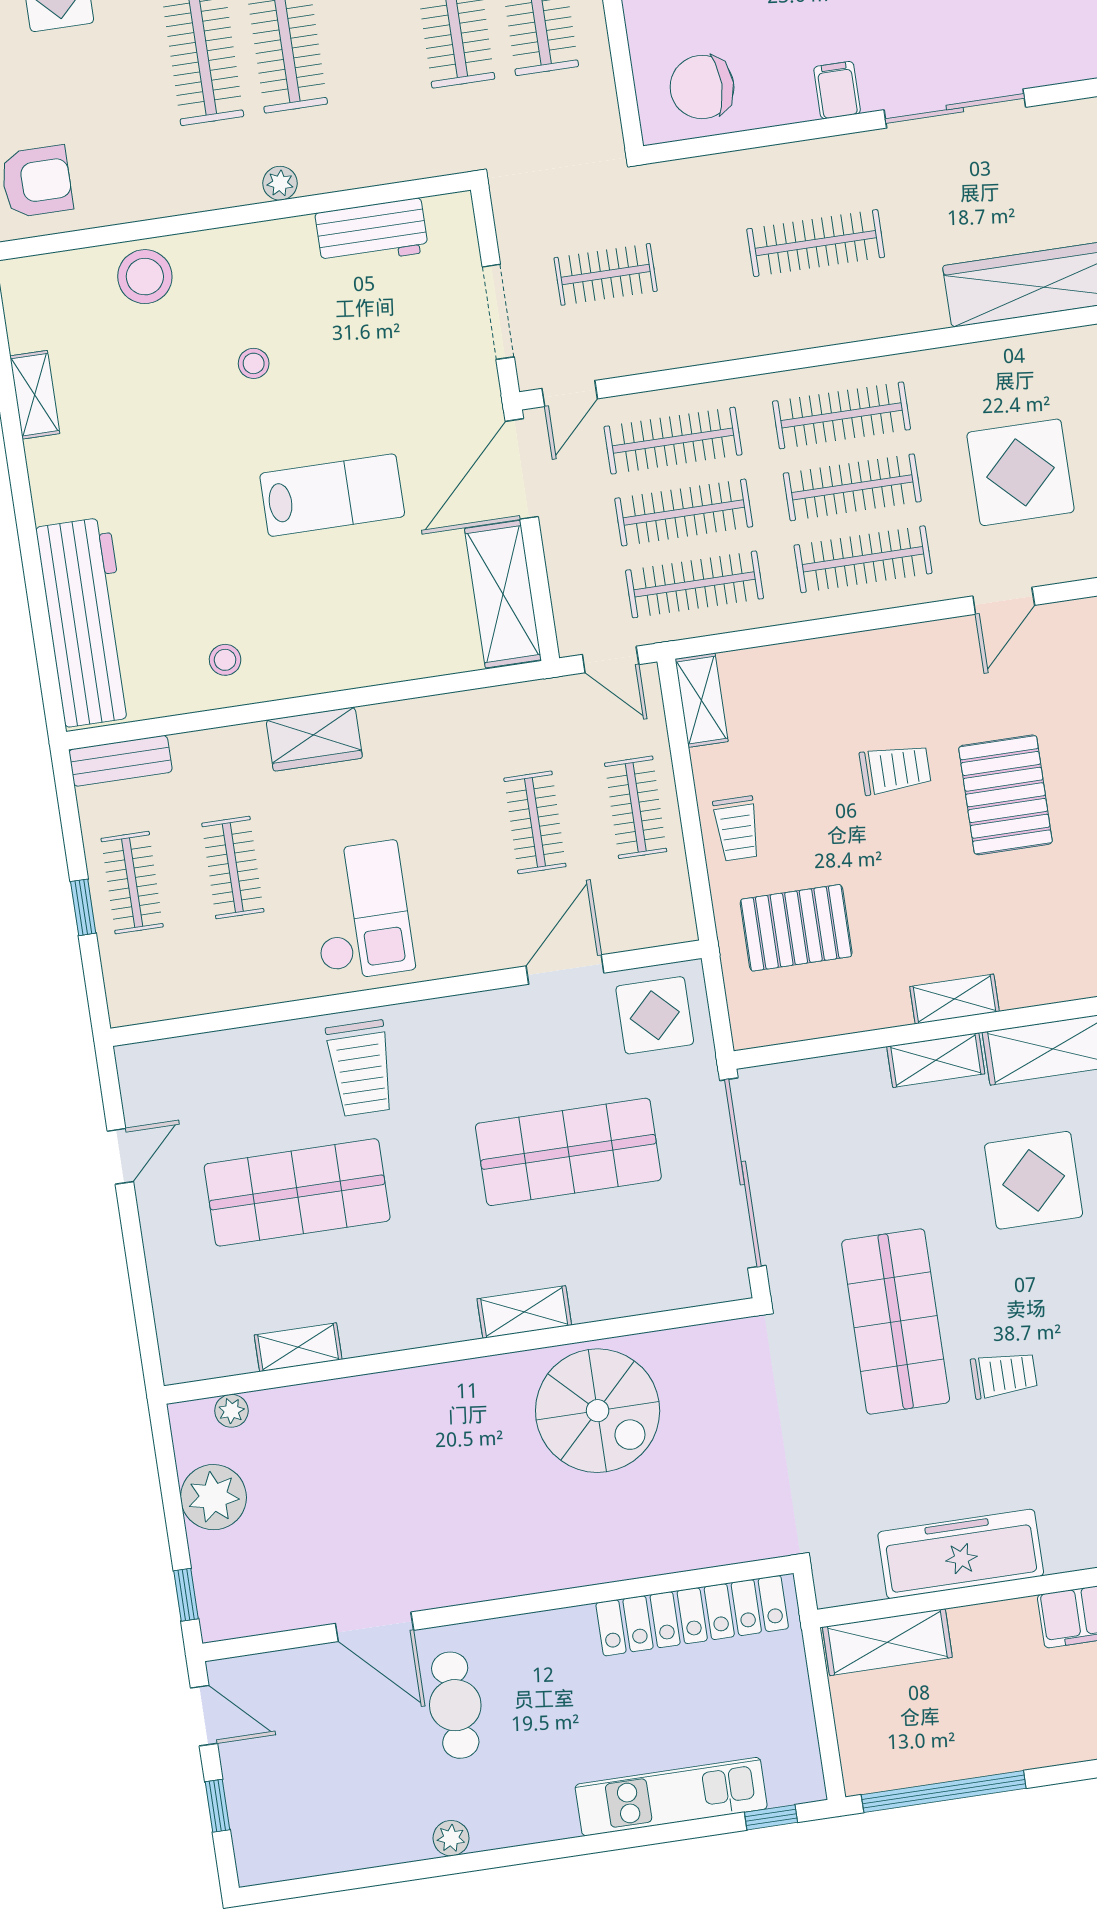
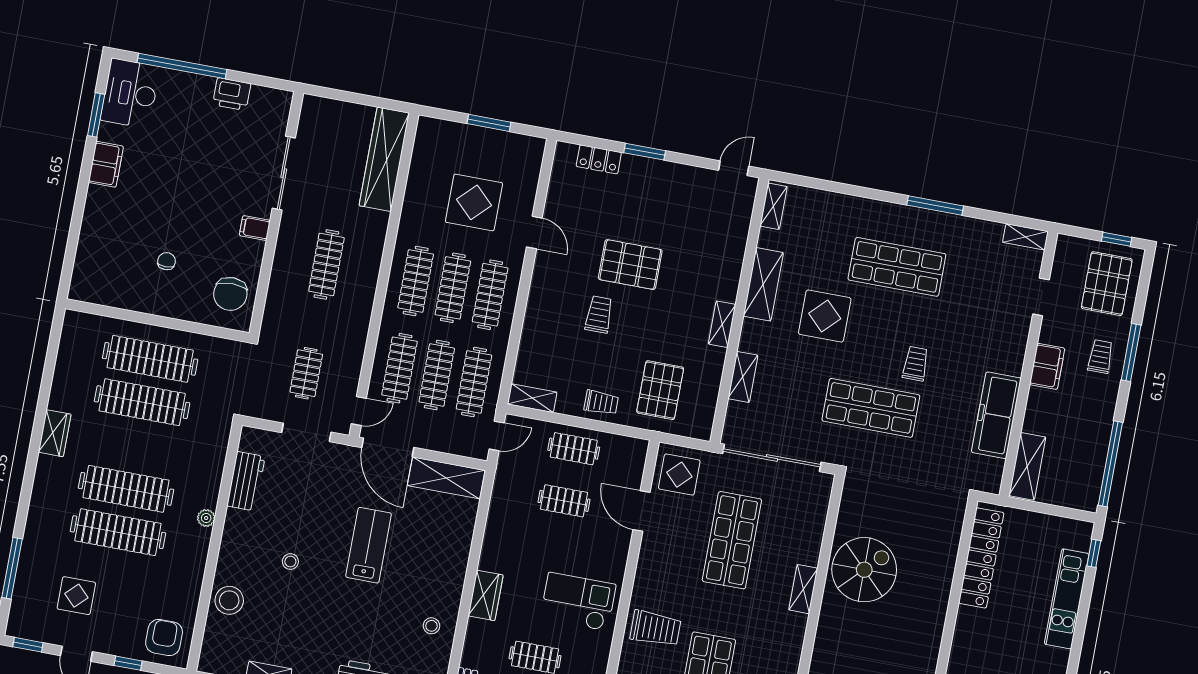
door: (570, 394) -> (359, 411), hinge flipped
shelving: (936, 1060) -> (743, 377), moved

